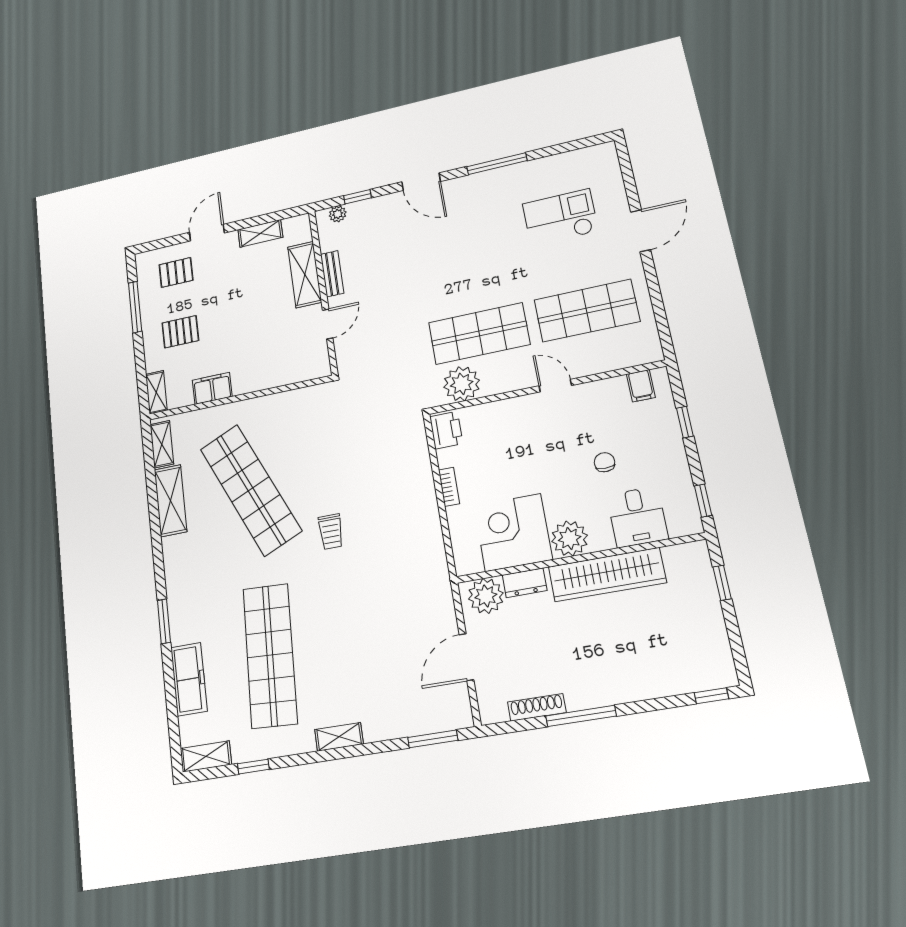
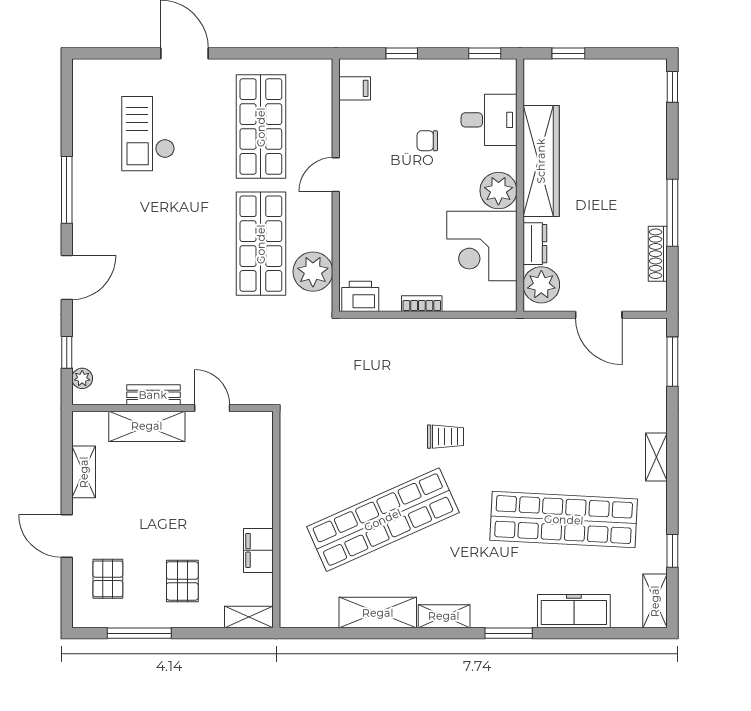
shelving: (162, 444) -> (444, 616), moved

